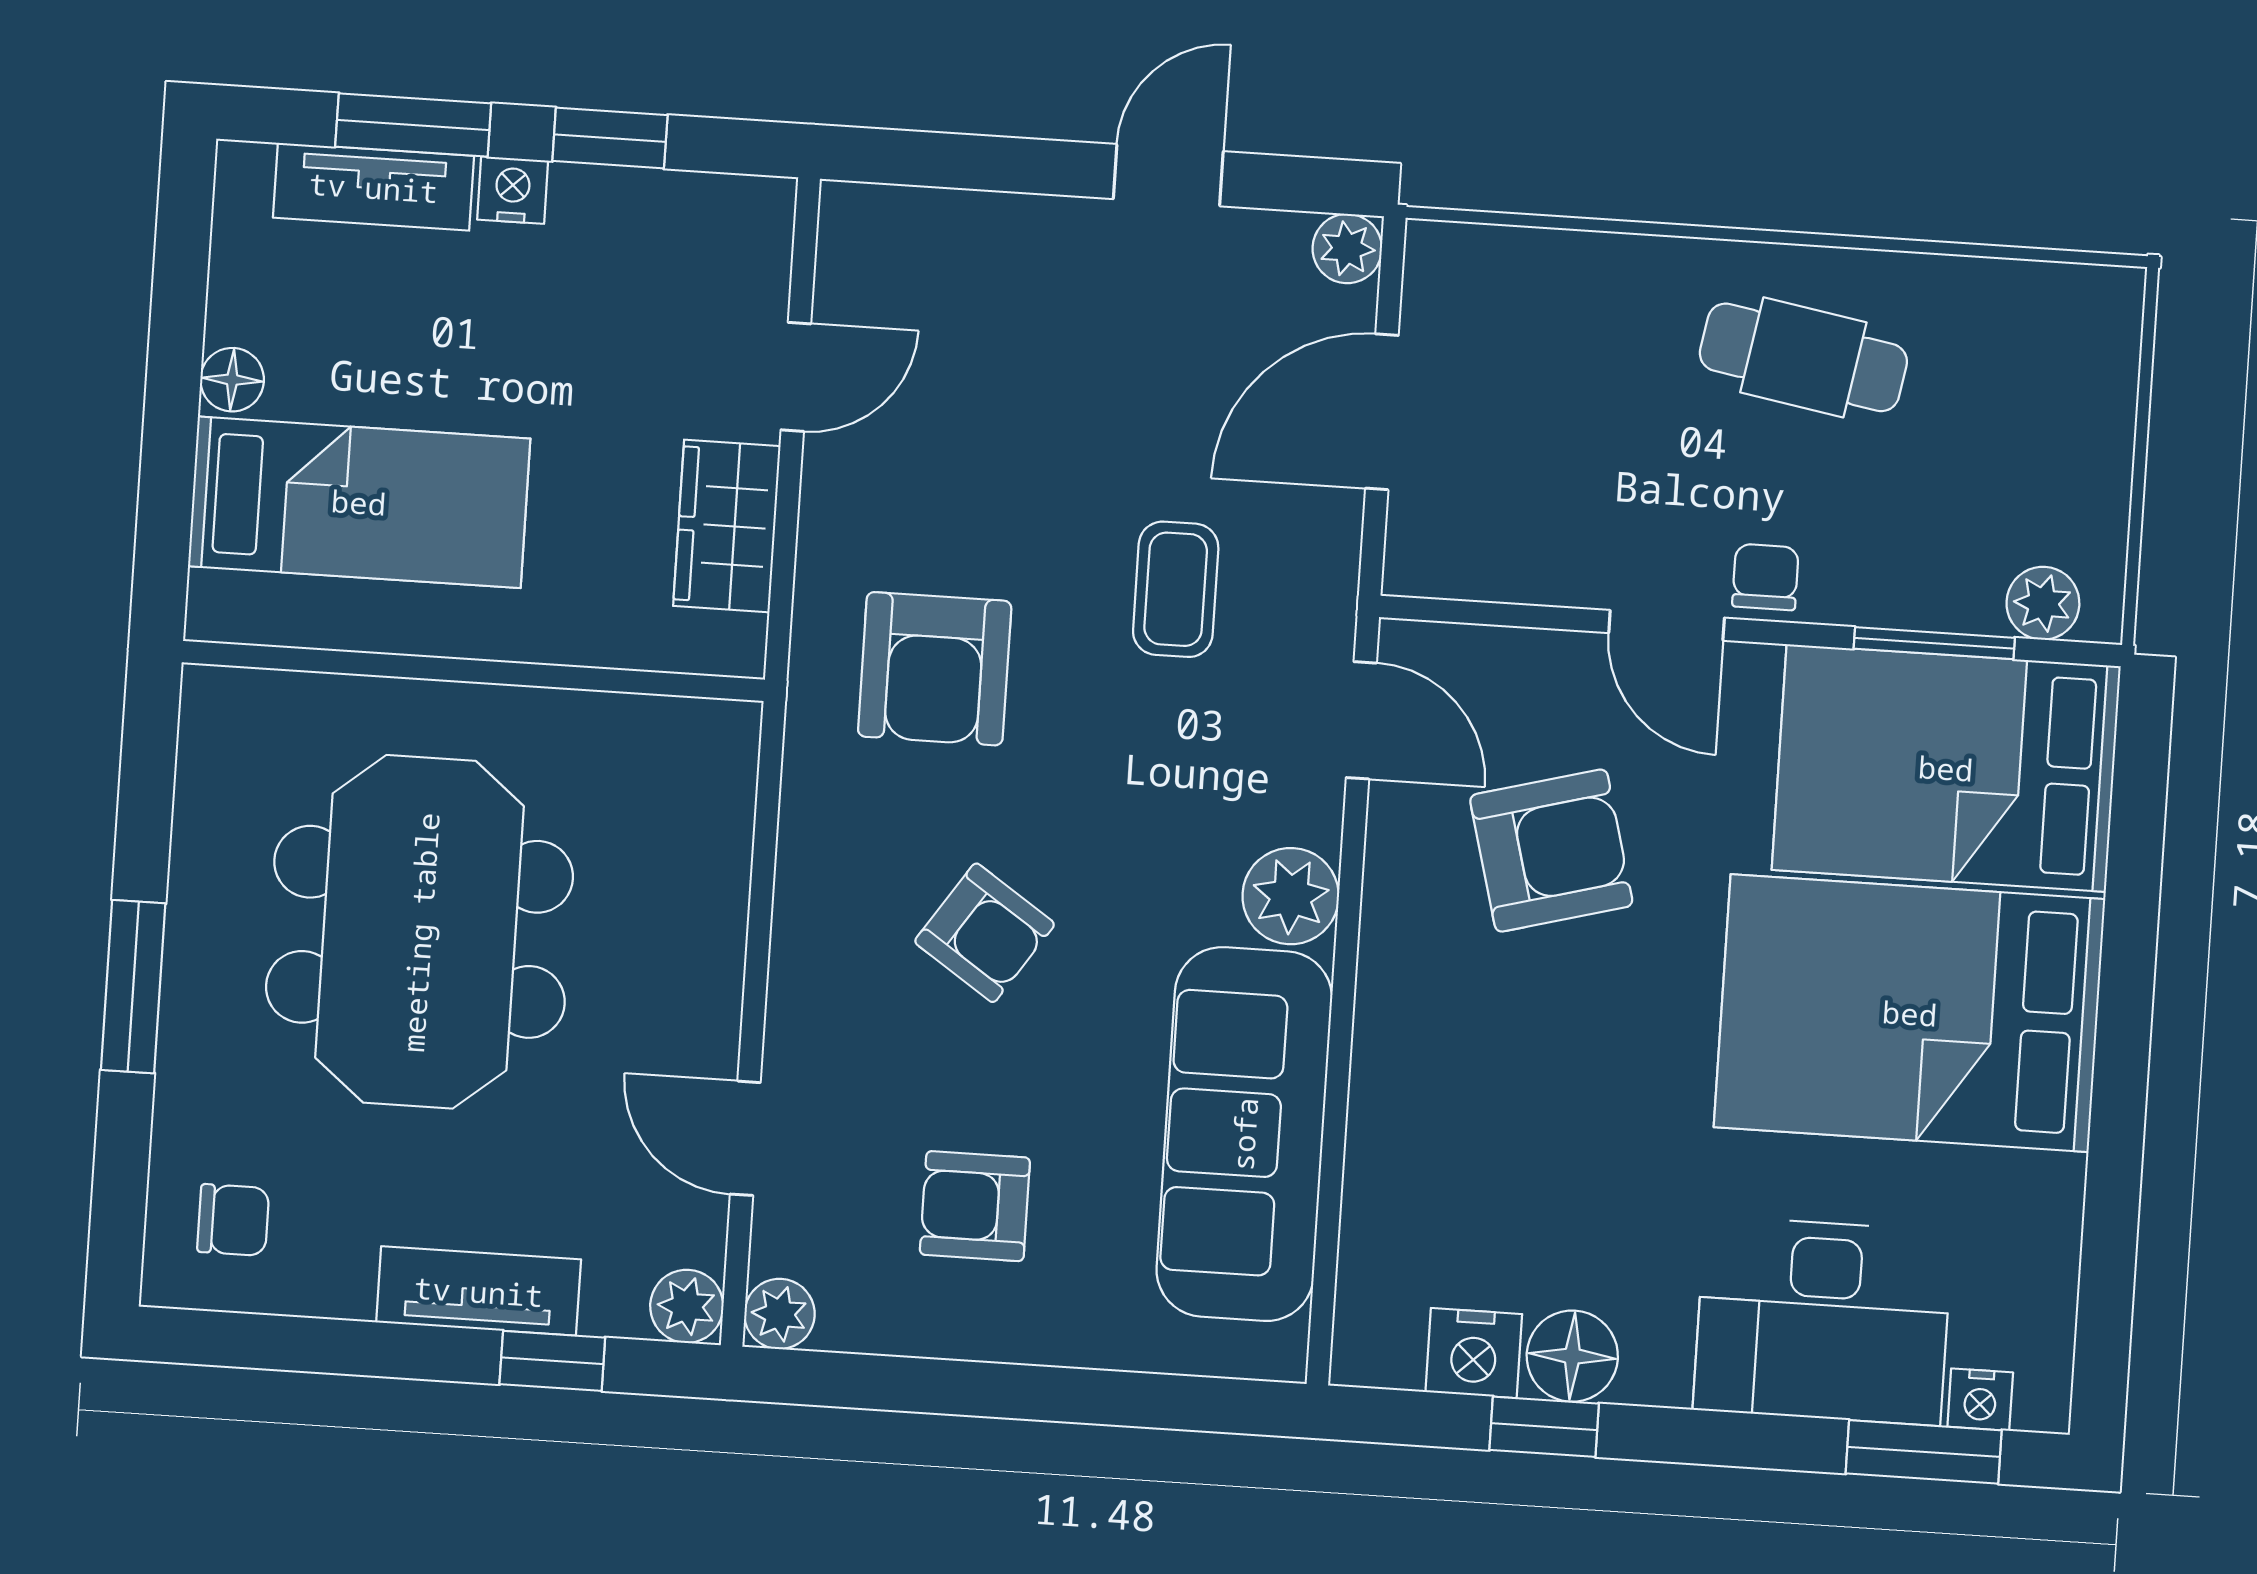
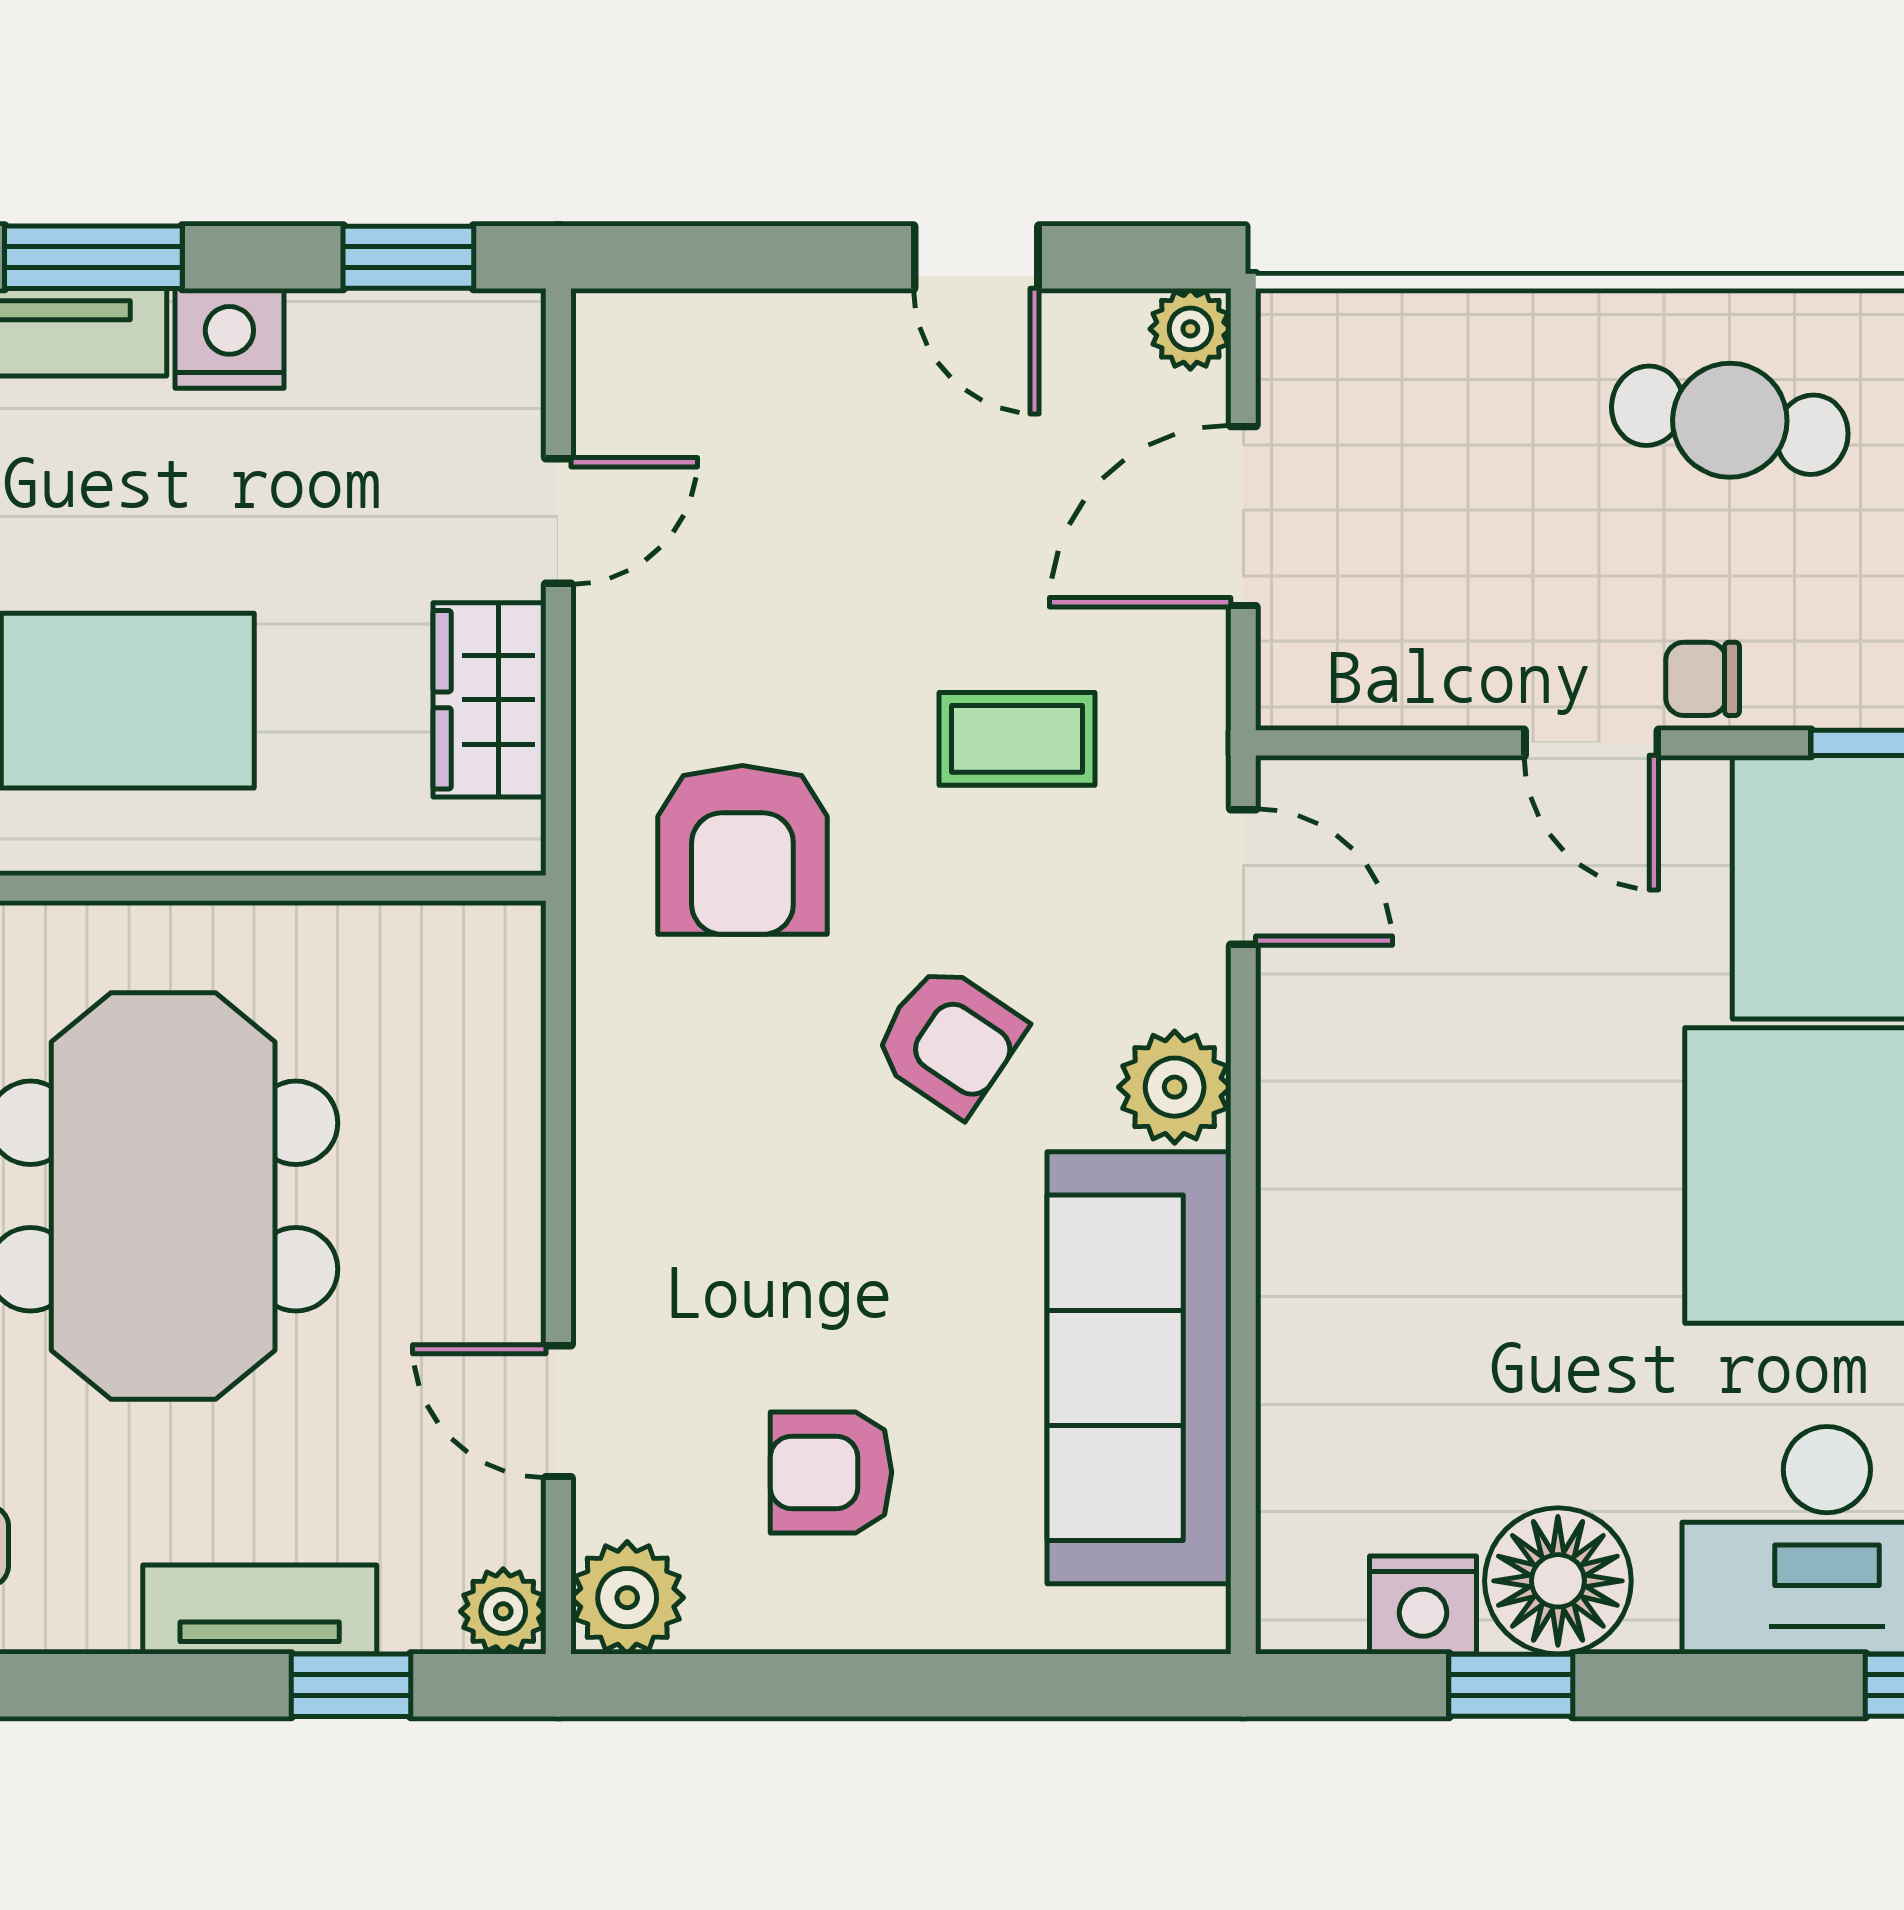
window: (610, 138) -> (408, 257), moved
door: (1168, 175) -> (976, 257), swing flipped
nightstand: (513, 190) -> (229, 338), width x1.39, depth x1.35
chair: (1765, 577) -> (1703, 679), turned -90
coffee table: (1176, 589) -> (1017, 739), turned 90
armchair: (1551, 851) -> (1474, 1014), removed
armchair: (985, 933) -> (949, 1040), moved
plant: (780, 1314) -> (627, 1598), width x1.38, depth x1.38
floor lamp: (1572, 1356) -> (1558, 1581), width x1.38, depth x1.38

